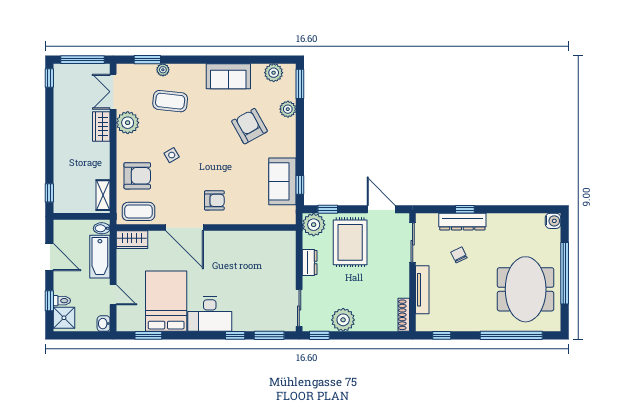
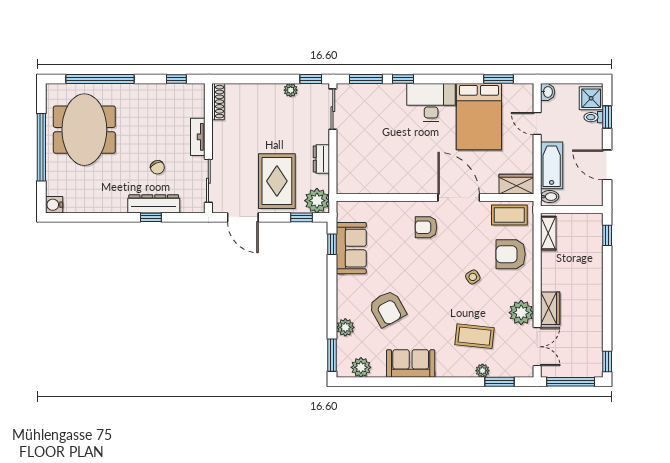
tv unit: (422, 290) -> (198, 137), width x0.71
plant: (343, 320) -> (291, 90), width x0.53, depth x0.53

